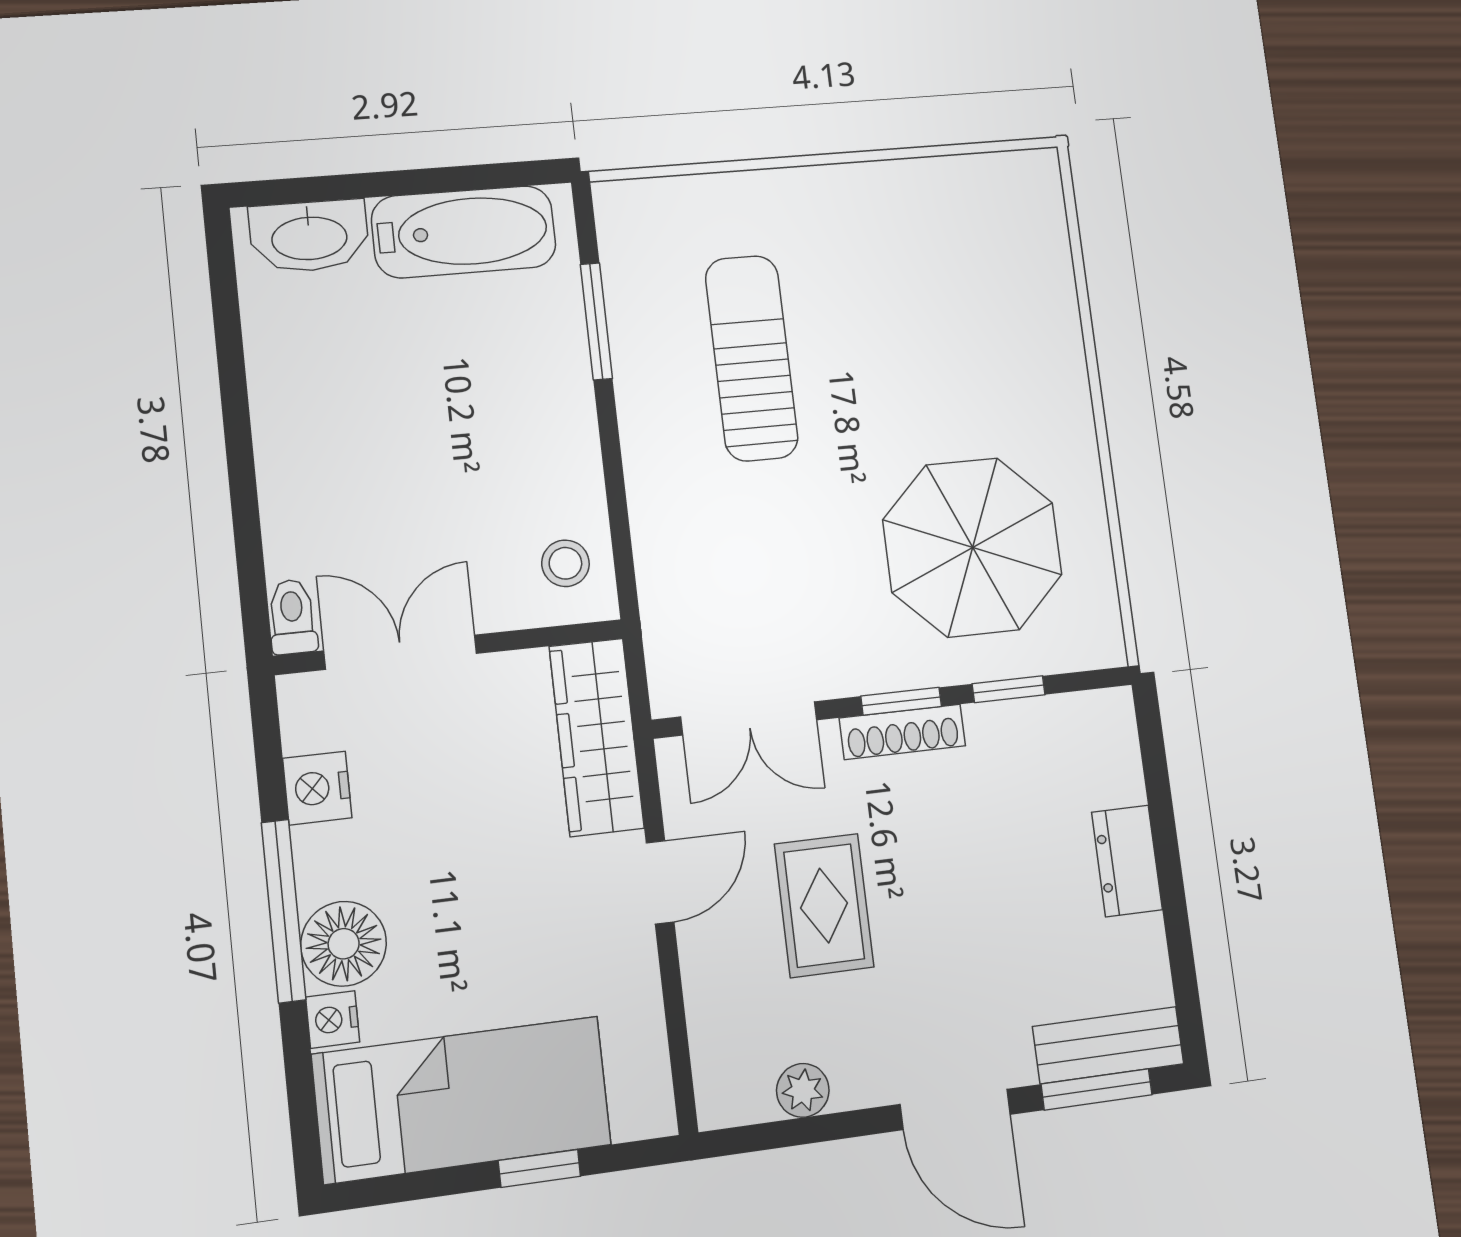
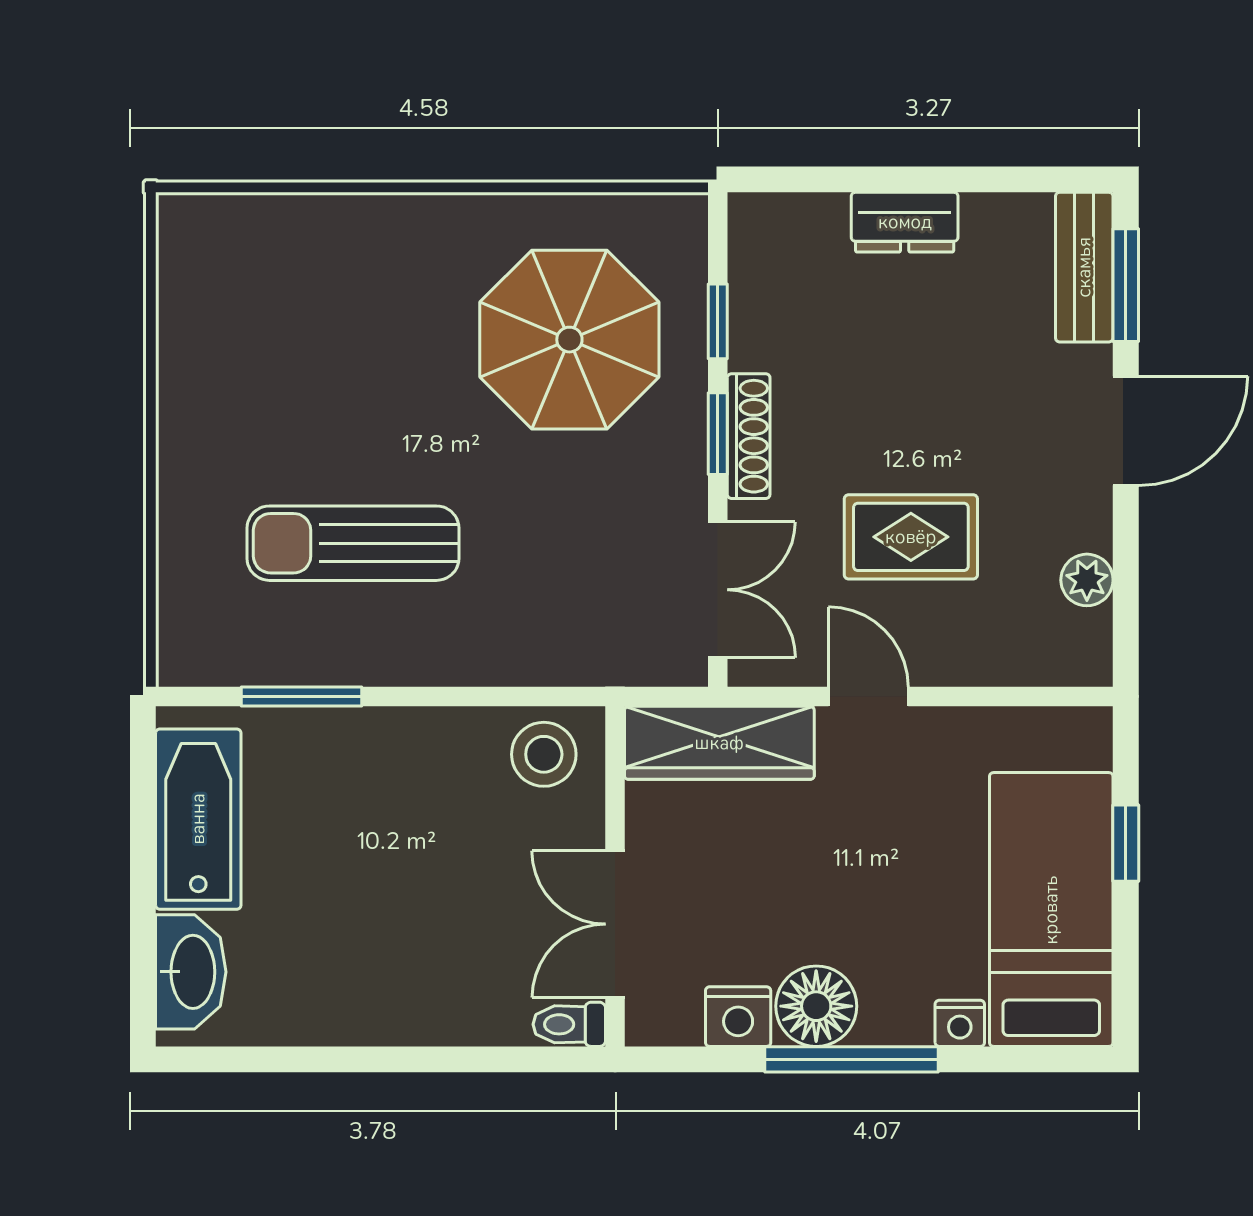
stool: (565, 563) -> (544, 754), width x1.37, depth x1.37
floor lamp: (344, 944) -> (816, 1006), moved

